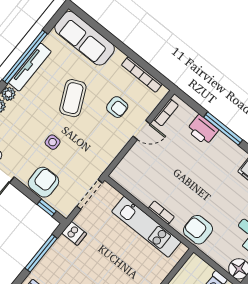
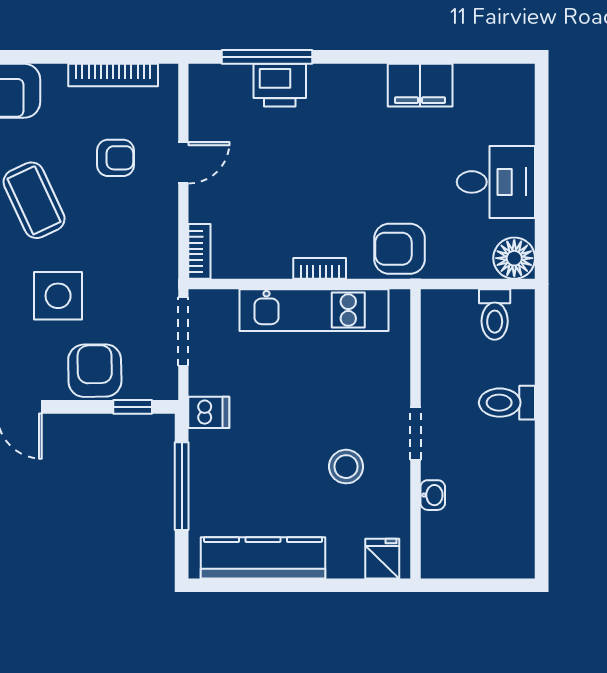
bookcase: (166, 112) -> (199, 251), moved
window: (223, 129) -> (267, 57), moved
side table: (53, 142) -> (58, 296), width x1.87, depth x1.87

